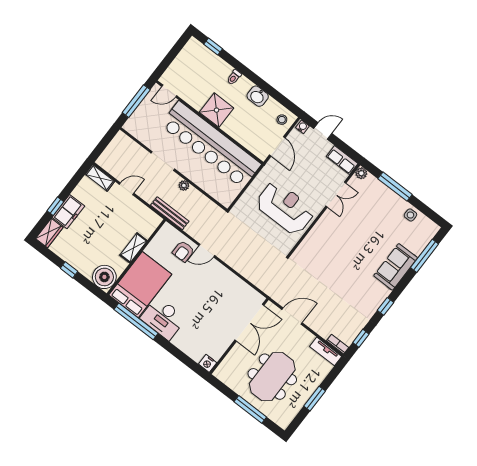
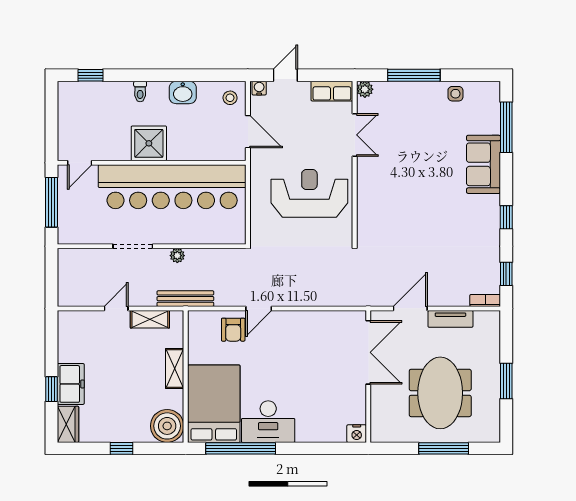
shelving: (100, 178) -> (150, 319), moved
tv unit: (326, 351) -> (450, 319), moved

